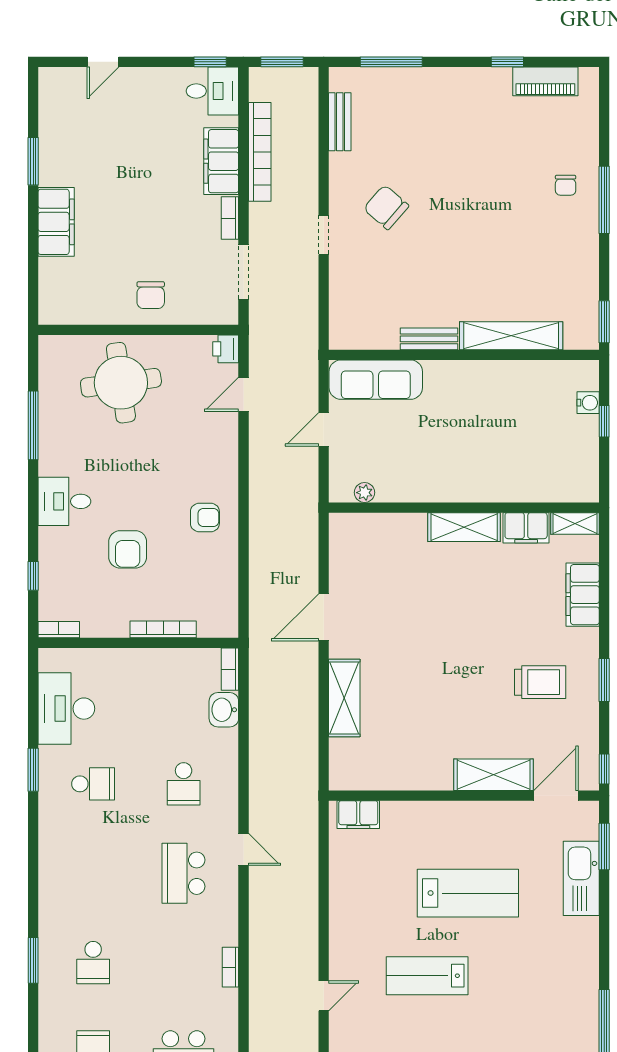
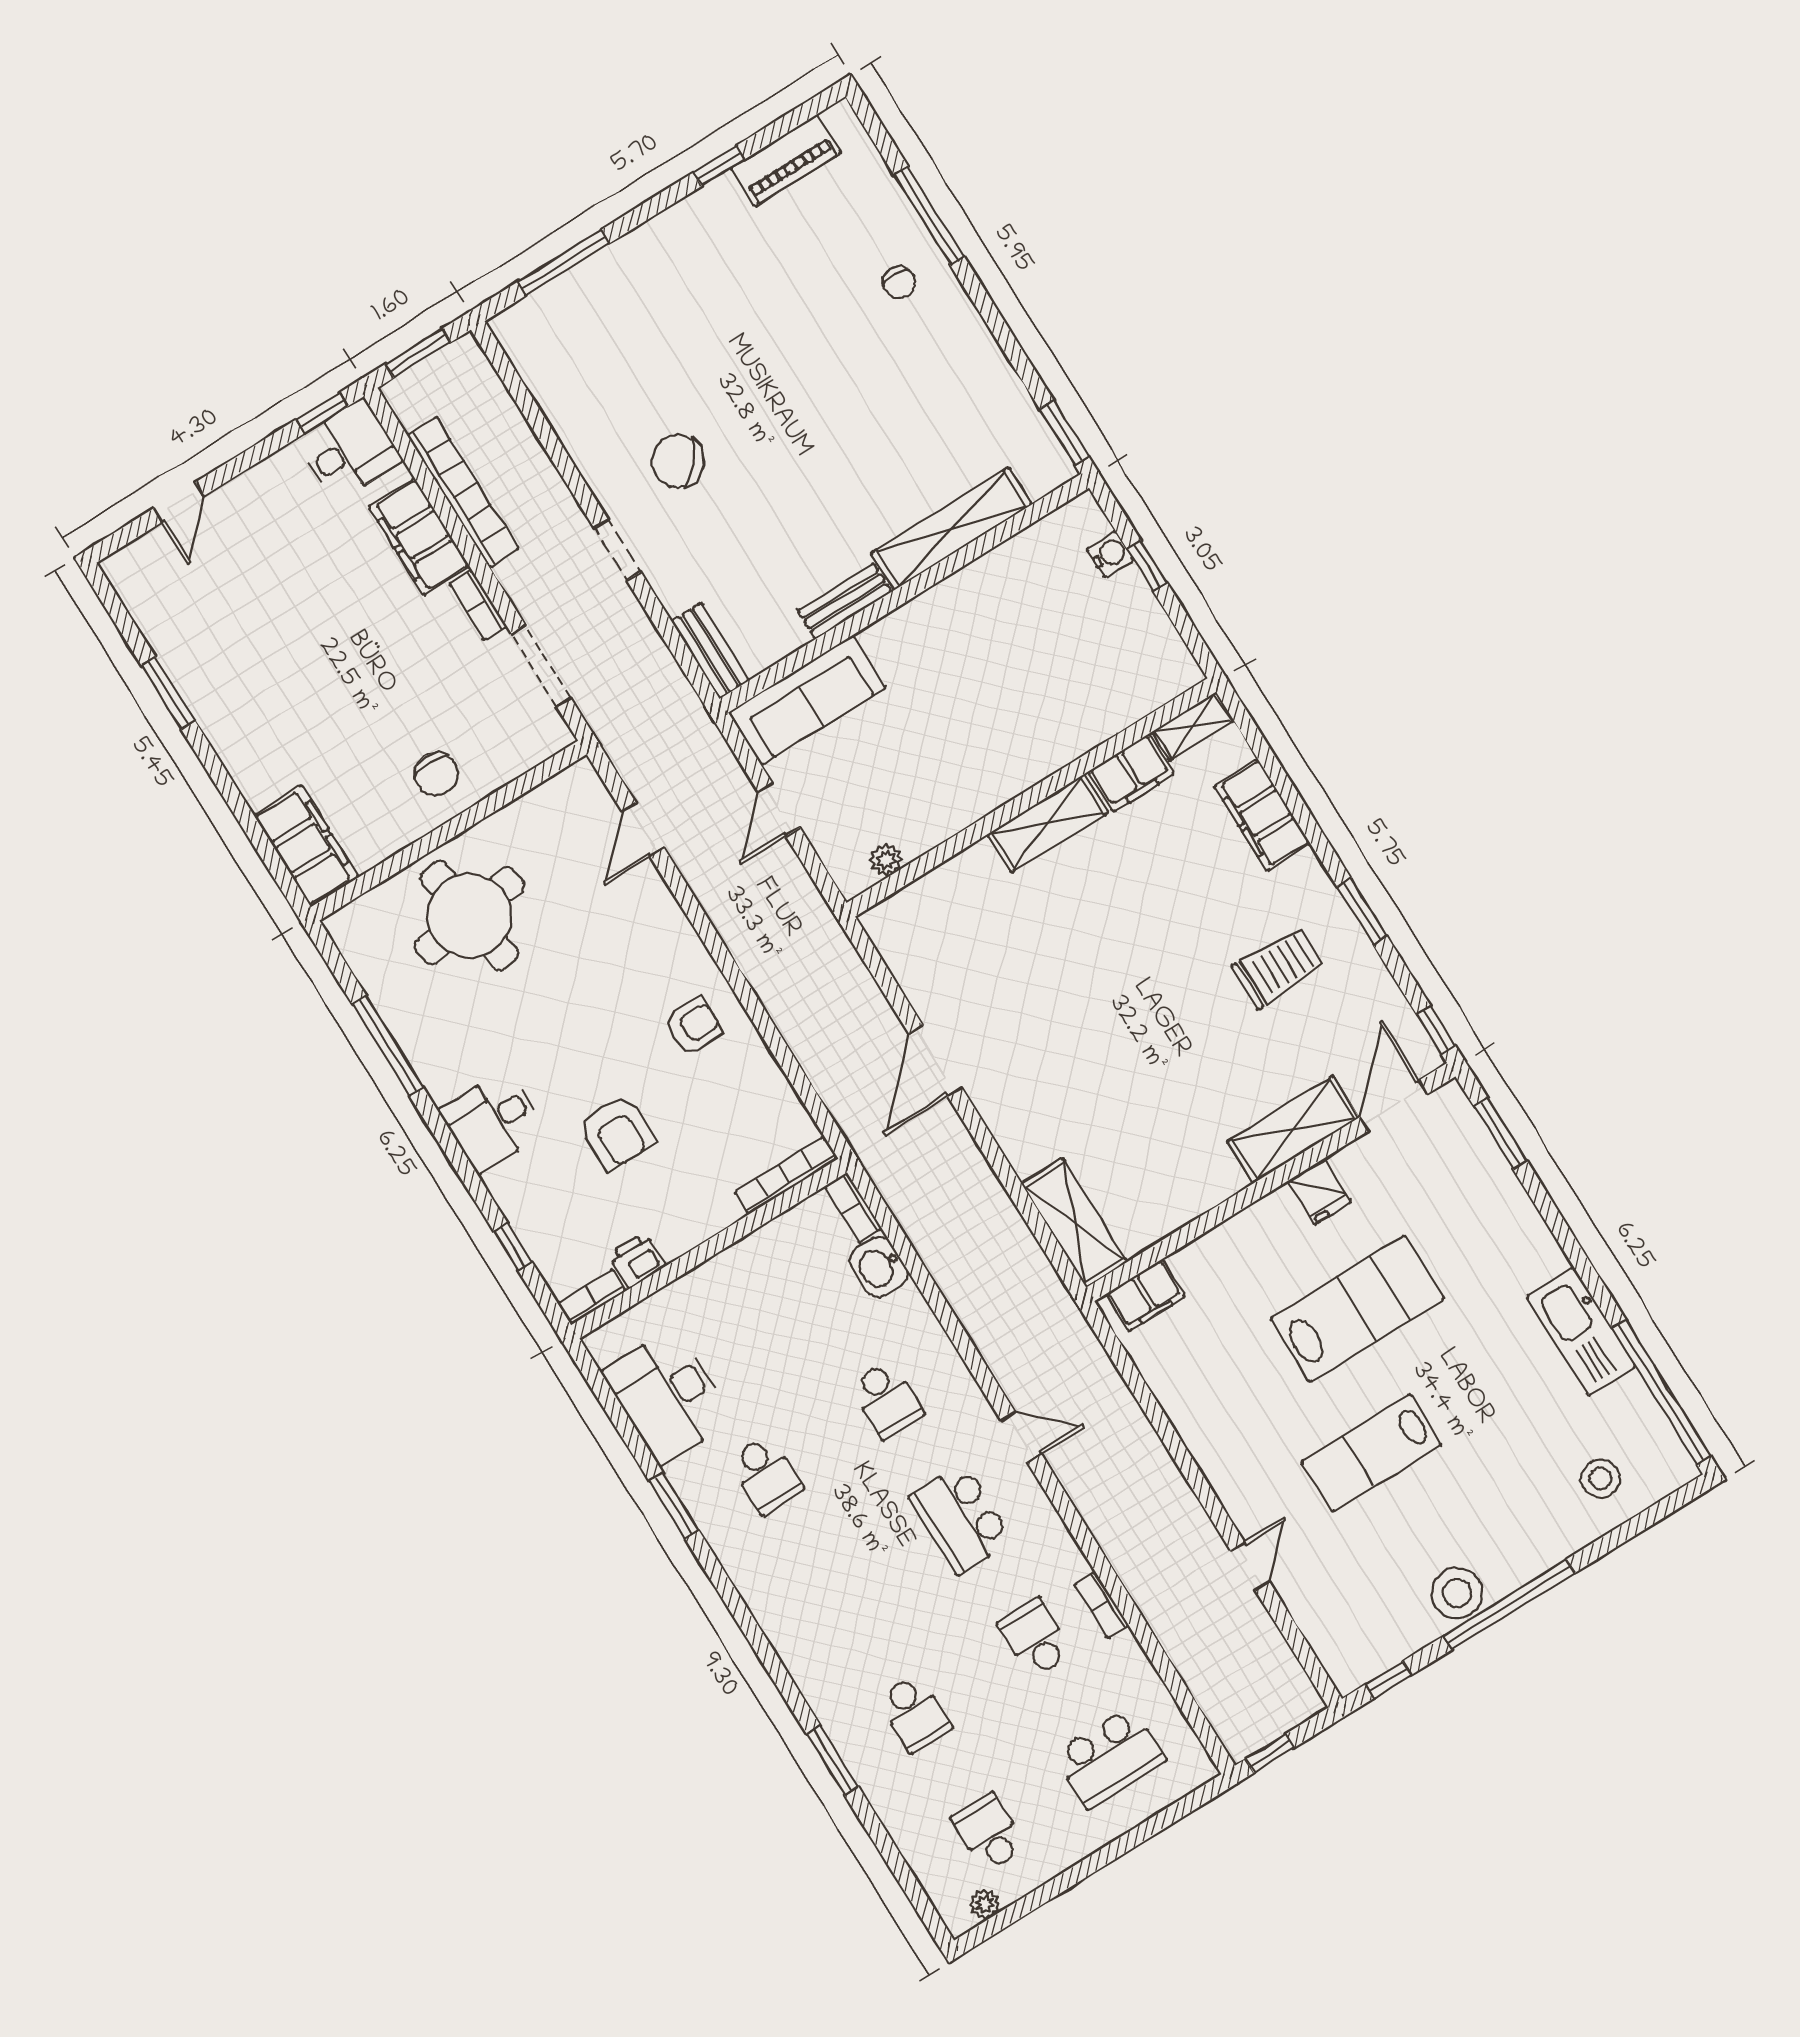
bench: (340, 122) -> (710, 651), moved
window: (604, 200) -> (929, 216), moved
filing cabinet: (56, 222) -> (306, 846), moved
printer: (226, 349) -> (637, 1260), moved, turned 90
bookcase: (163, 629) -> (786, 1176), moved
shelving: (344, 698) -> (1074, 1223), moved
school desk: (93, 784) -> (766, 1475), turned 90
fridge: (487, 817) -> (1319, 1191), added
kitchen sink: (581, 878) -> (1581, 1331), moved
school desk: (184, 963) -> (1035, 1638), added

